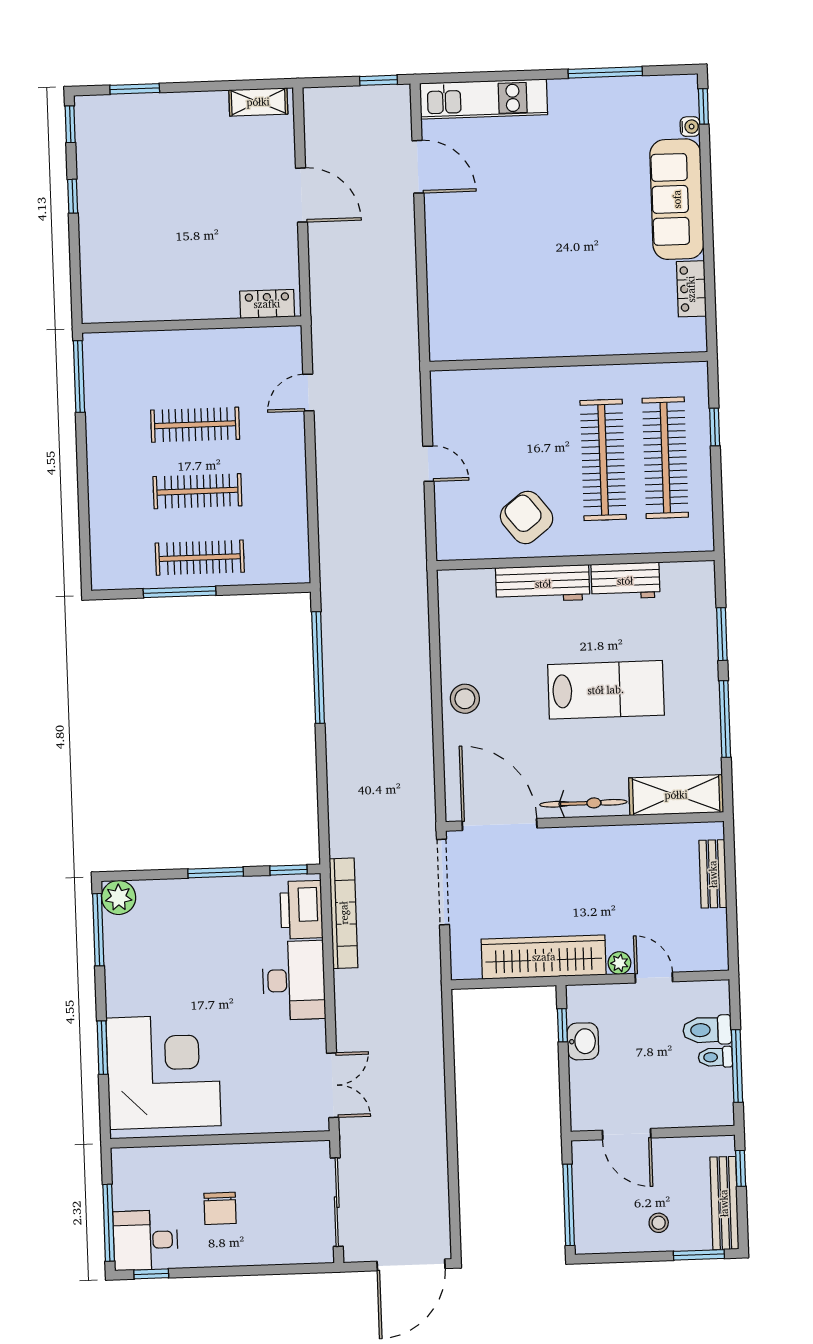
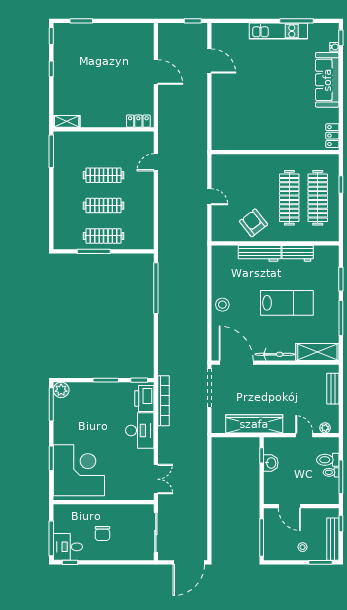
kitchen unit: (483, 99) -> (278, 31), moved
shelving: (258, 102) -> (67, 121), moved
locker: (691, 289) -> (332, 136), moved
plant: (619, 963) -> (325, 428), moved

